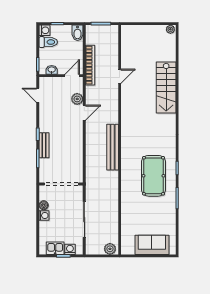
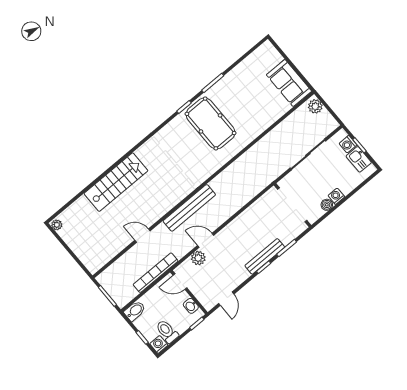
bench: (44, 145) -> (265, 256), width x1.36
bench: (113, 147) -> (189, 208), moved
pool table: (153, 176) -> (211, 123), turned 90
sofa: (152, 245) -> (289, 83), moved

